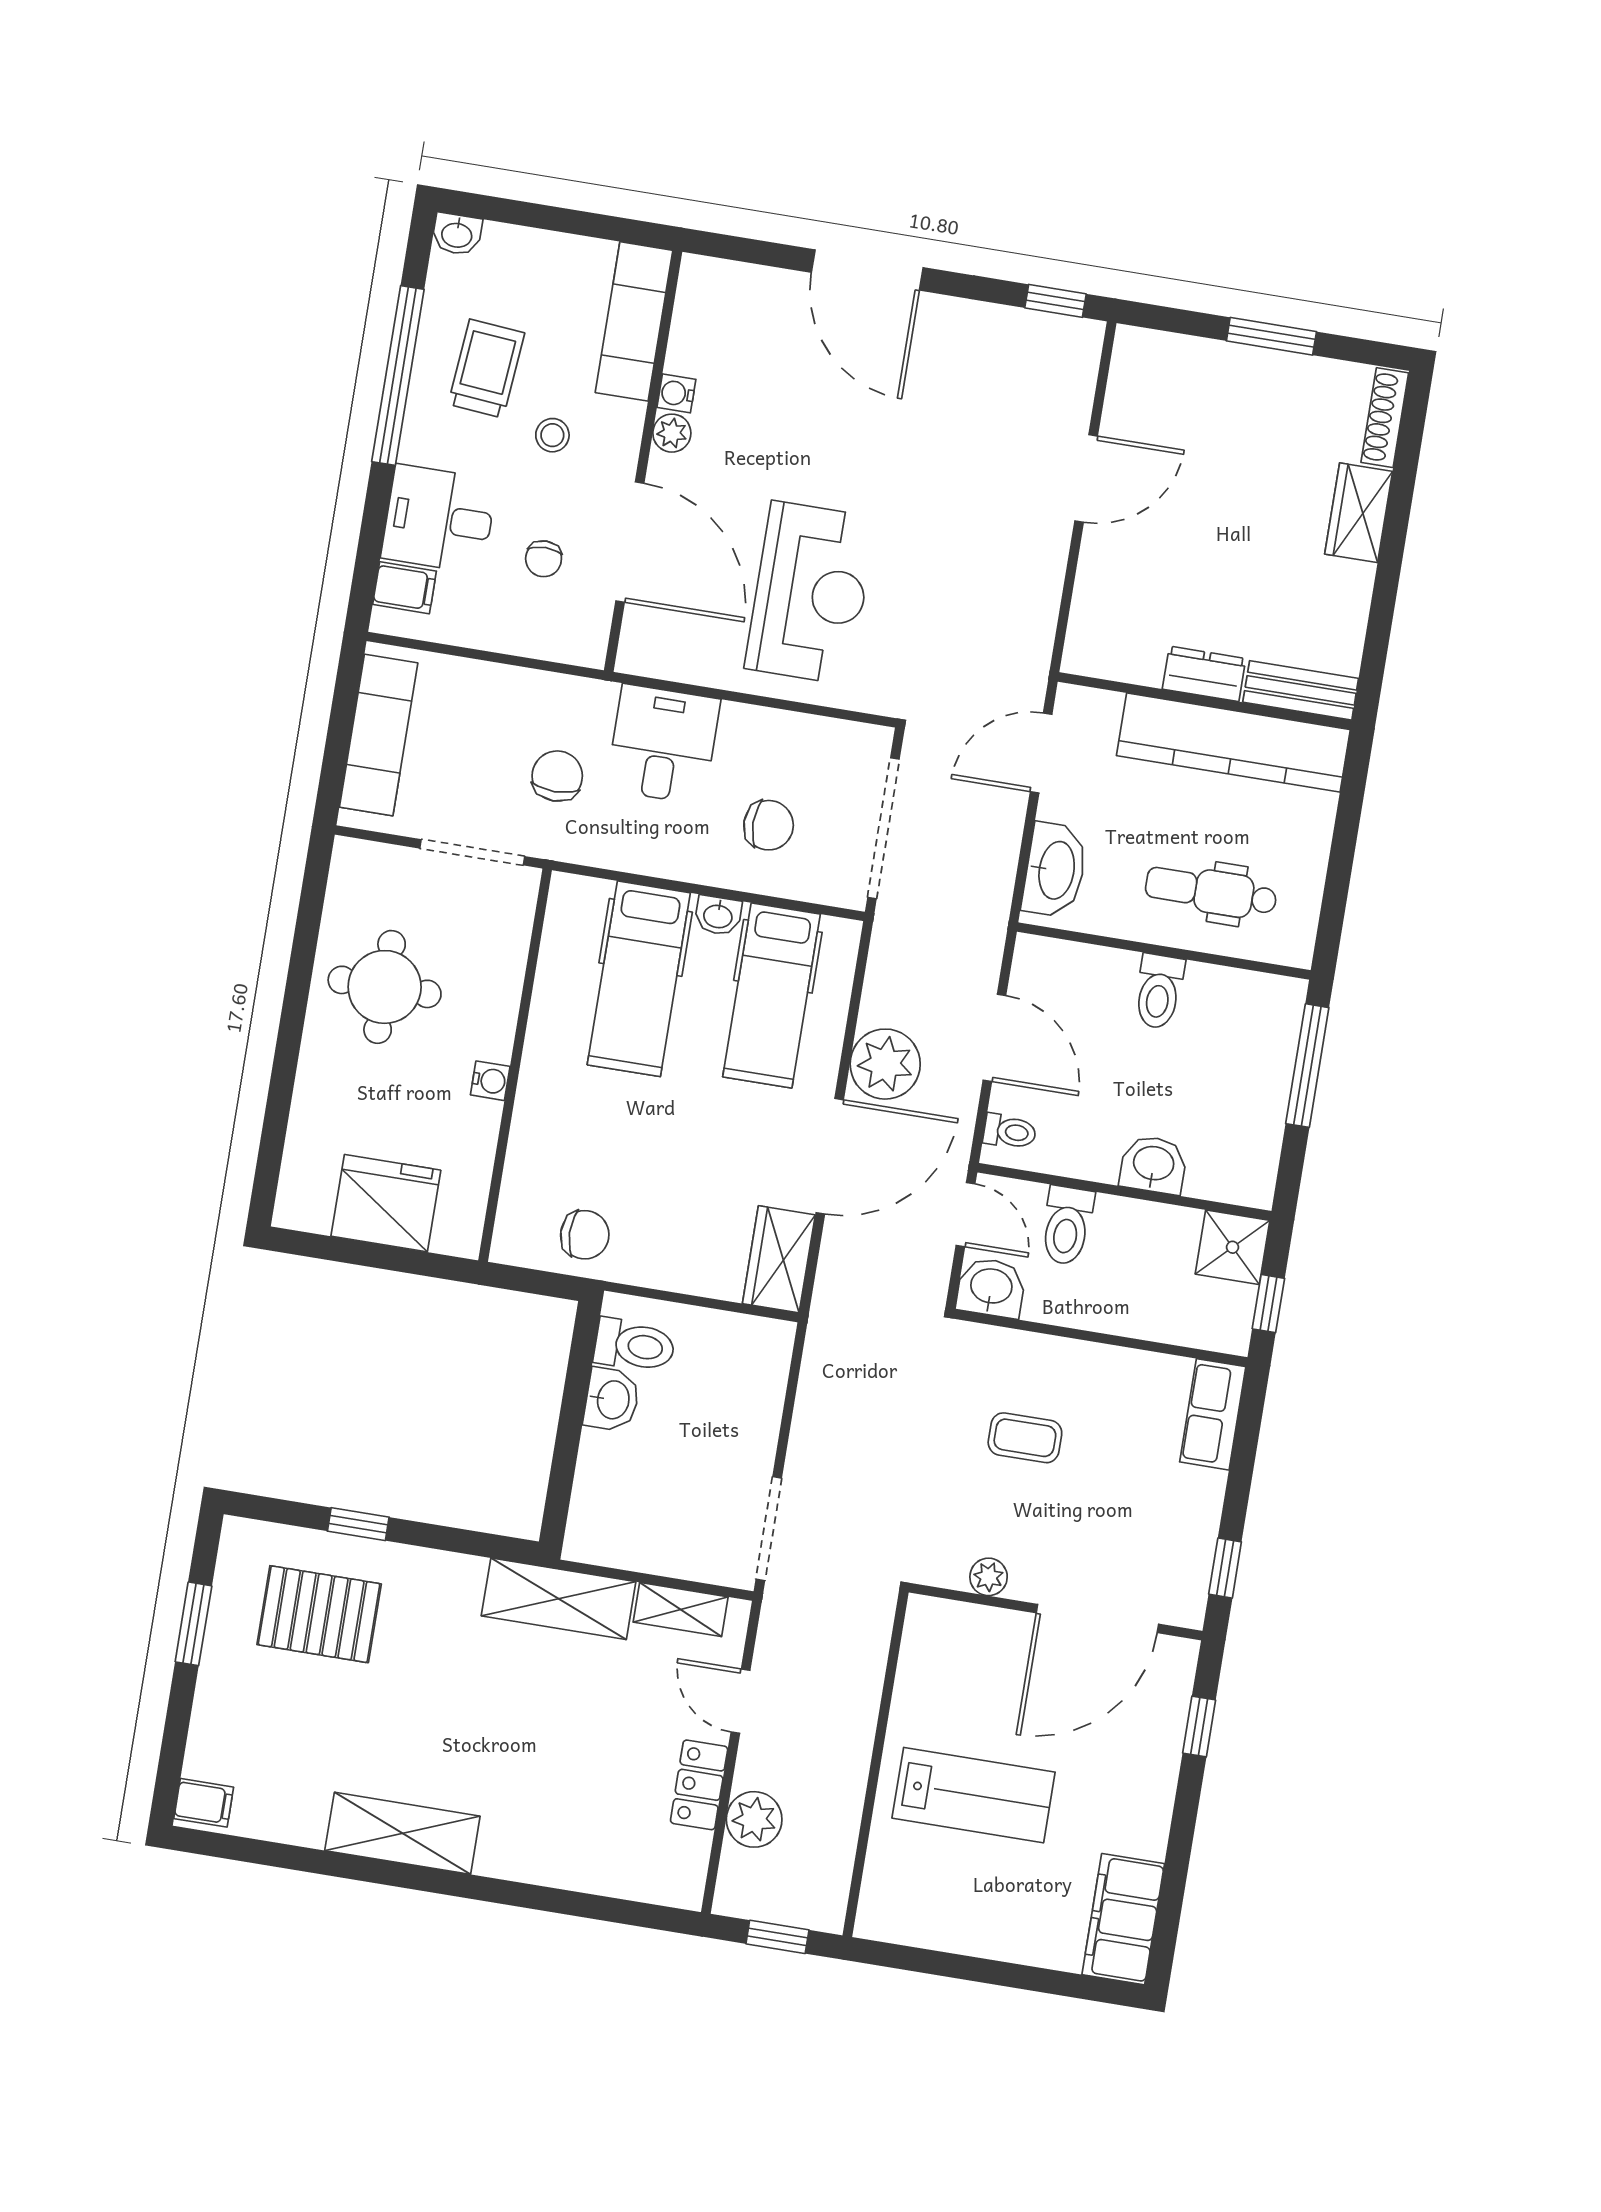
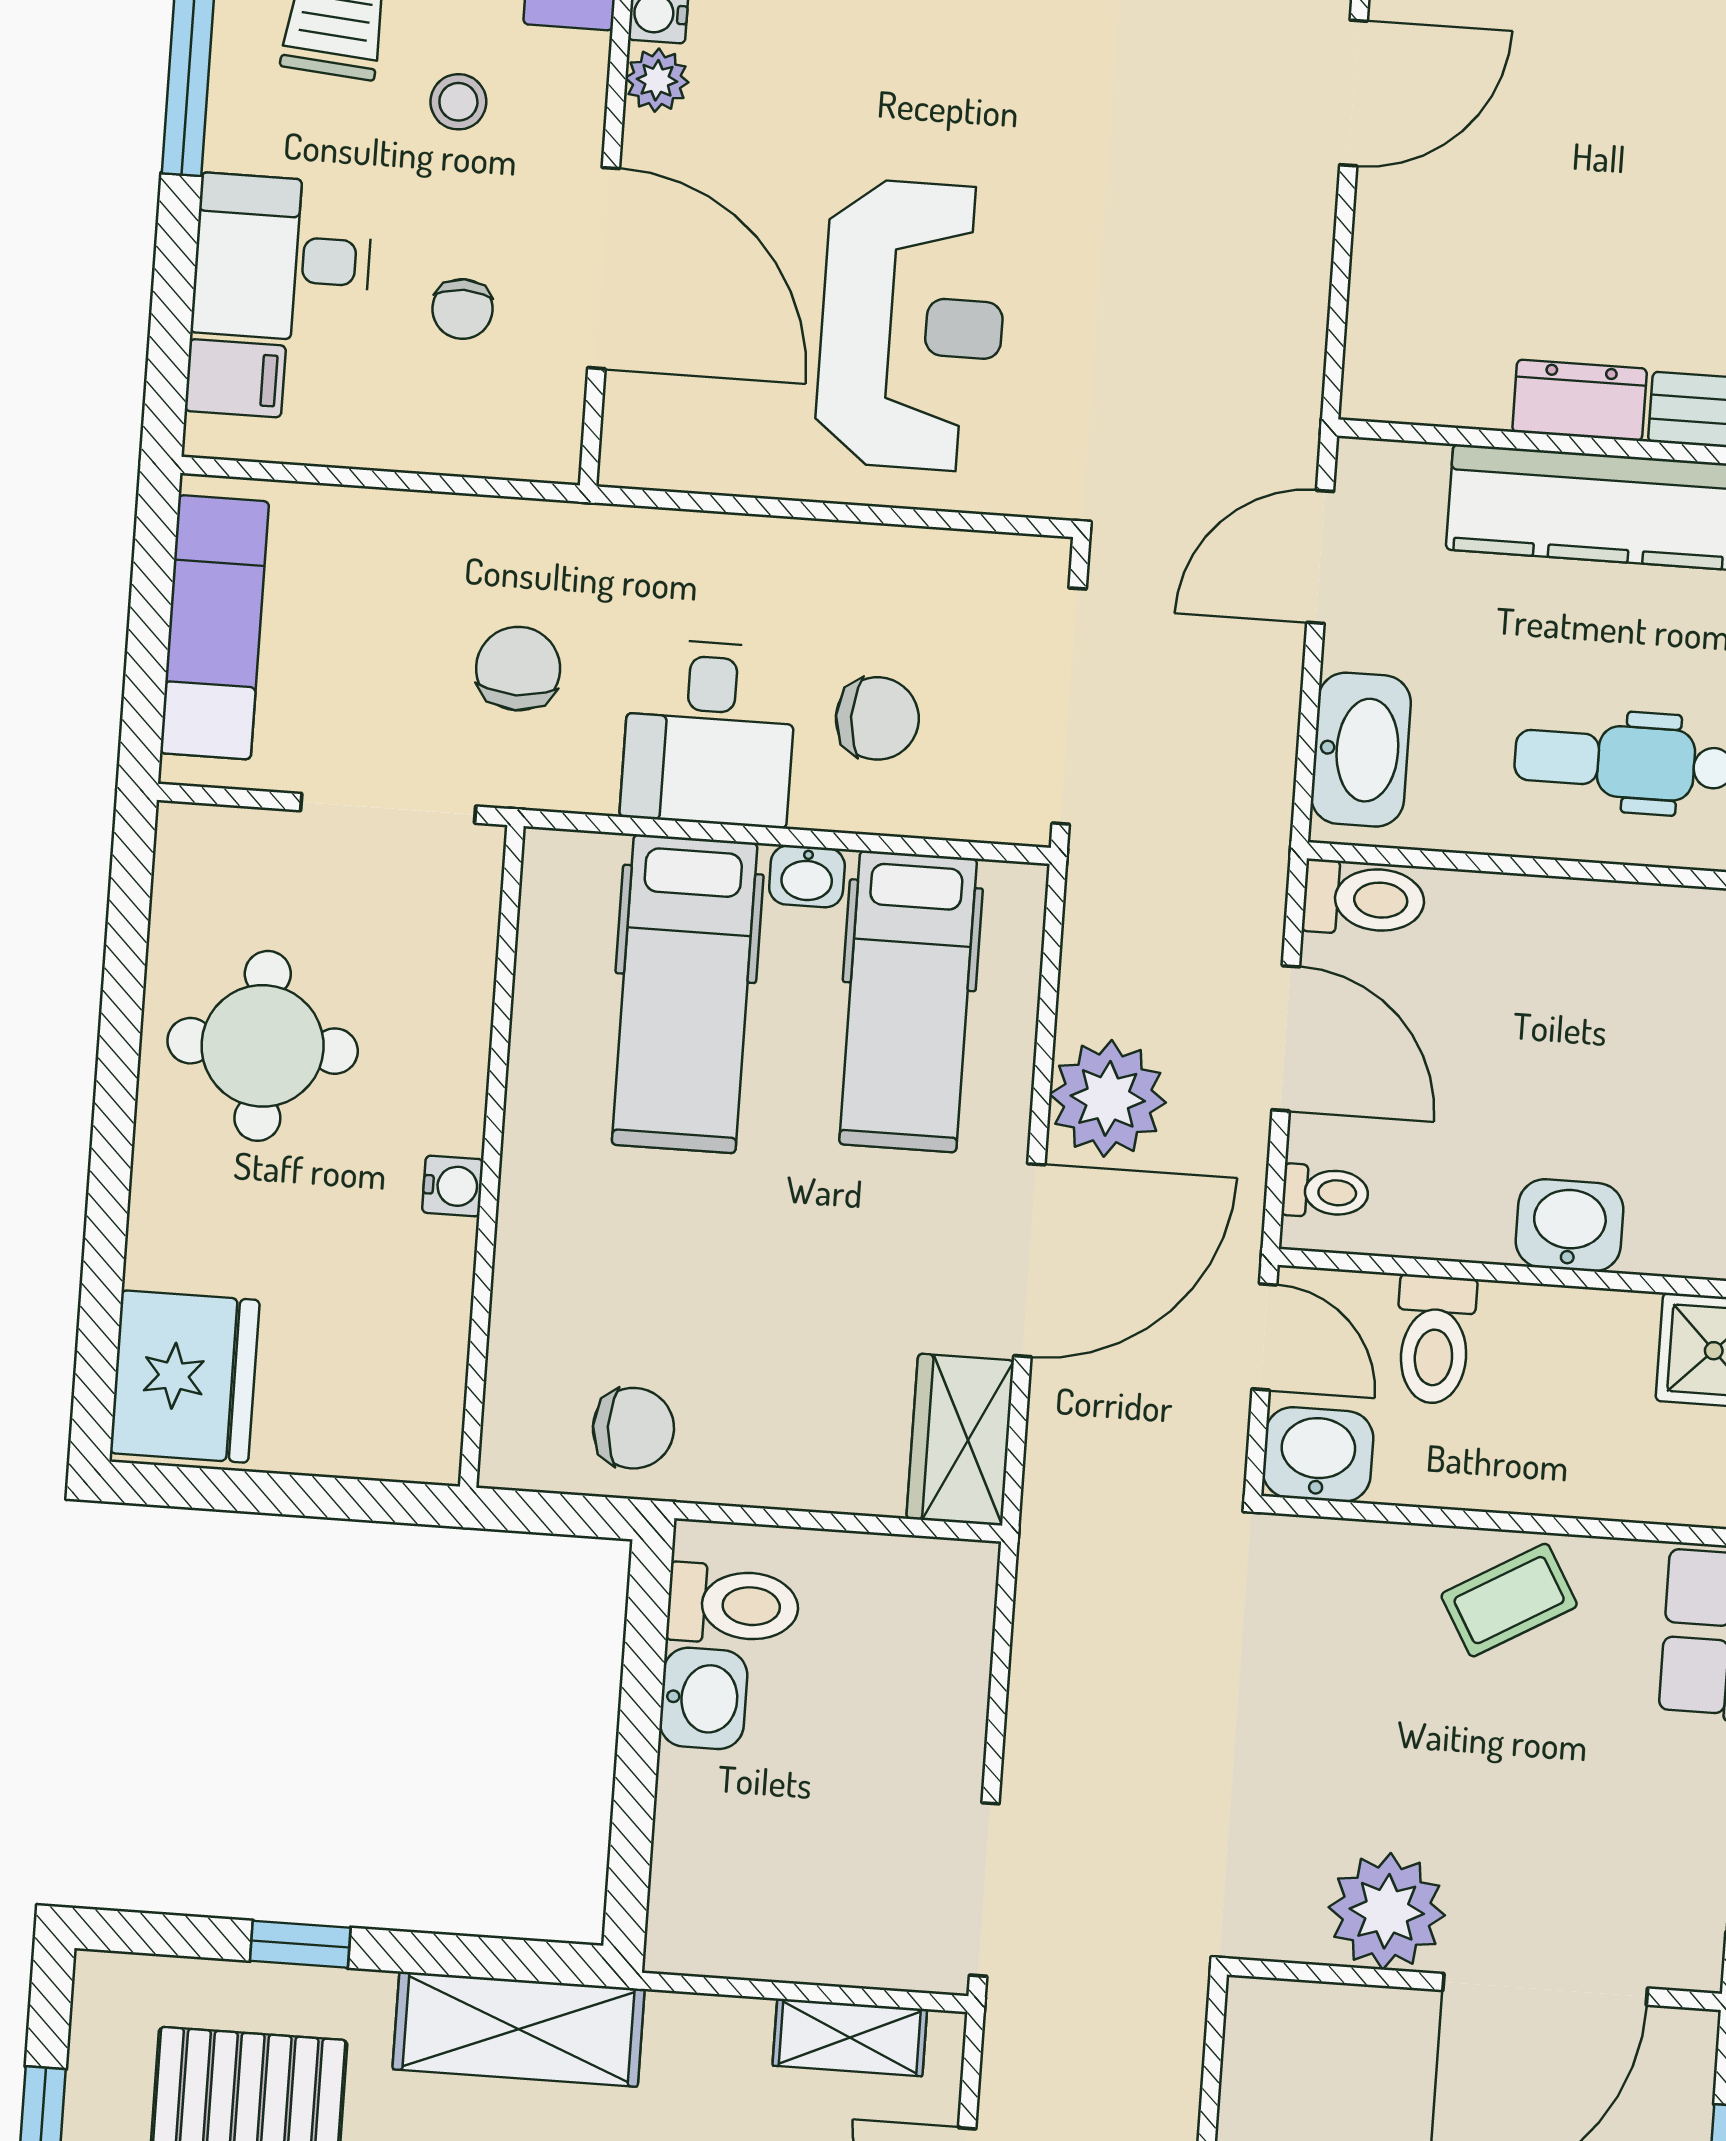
desk: (663, 744) -> (709, 733), moved, turned 180
toilet: (1159, 991) -> (1364, 899), moved, turned -90
fridge: (386, 1203) -> (185, 1377), moved, turned 90
coffee table: (1025, 1438) -> (1509, 1600), moved, turned -30
plant: (989, 1577) -> (1387, 1911), width x1.88, depth x1.88
shelving: (559, 1599) -> (519, 2029), moved

